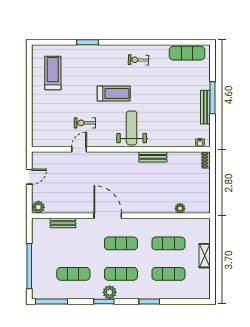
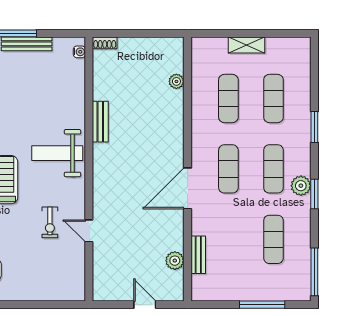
door: (29, 177) -> (145, 305), moved
plant: (38, 207) -> (175, 261), moved
window: (29, 266) -> (262, 305), width x0.68

